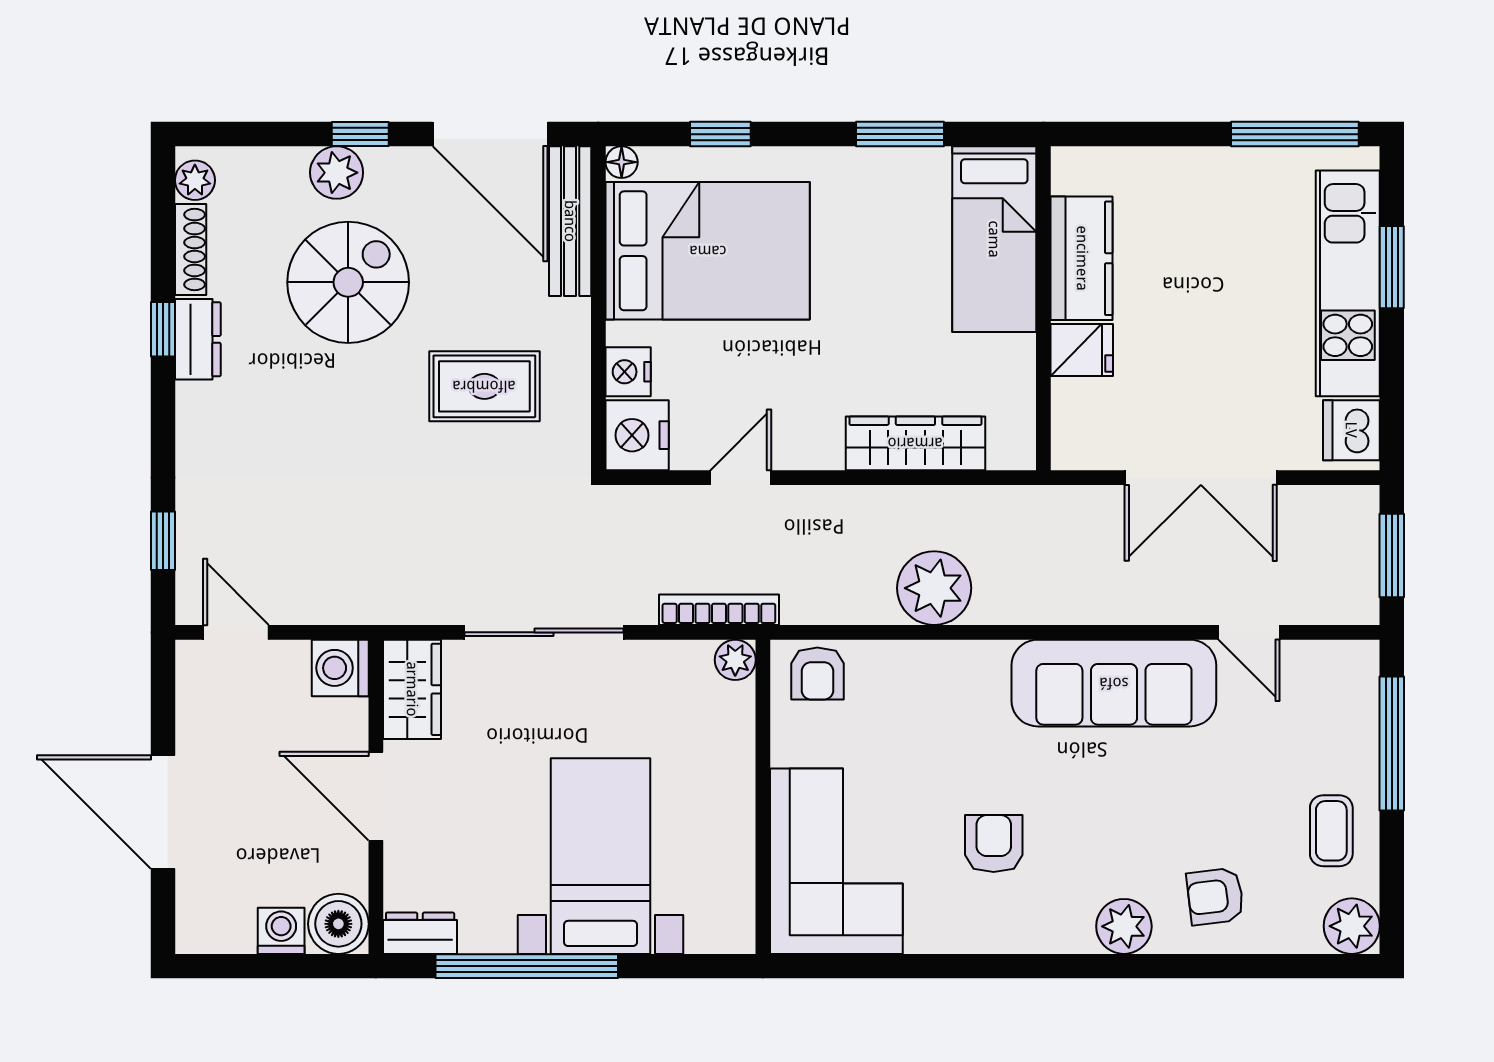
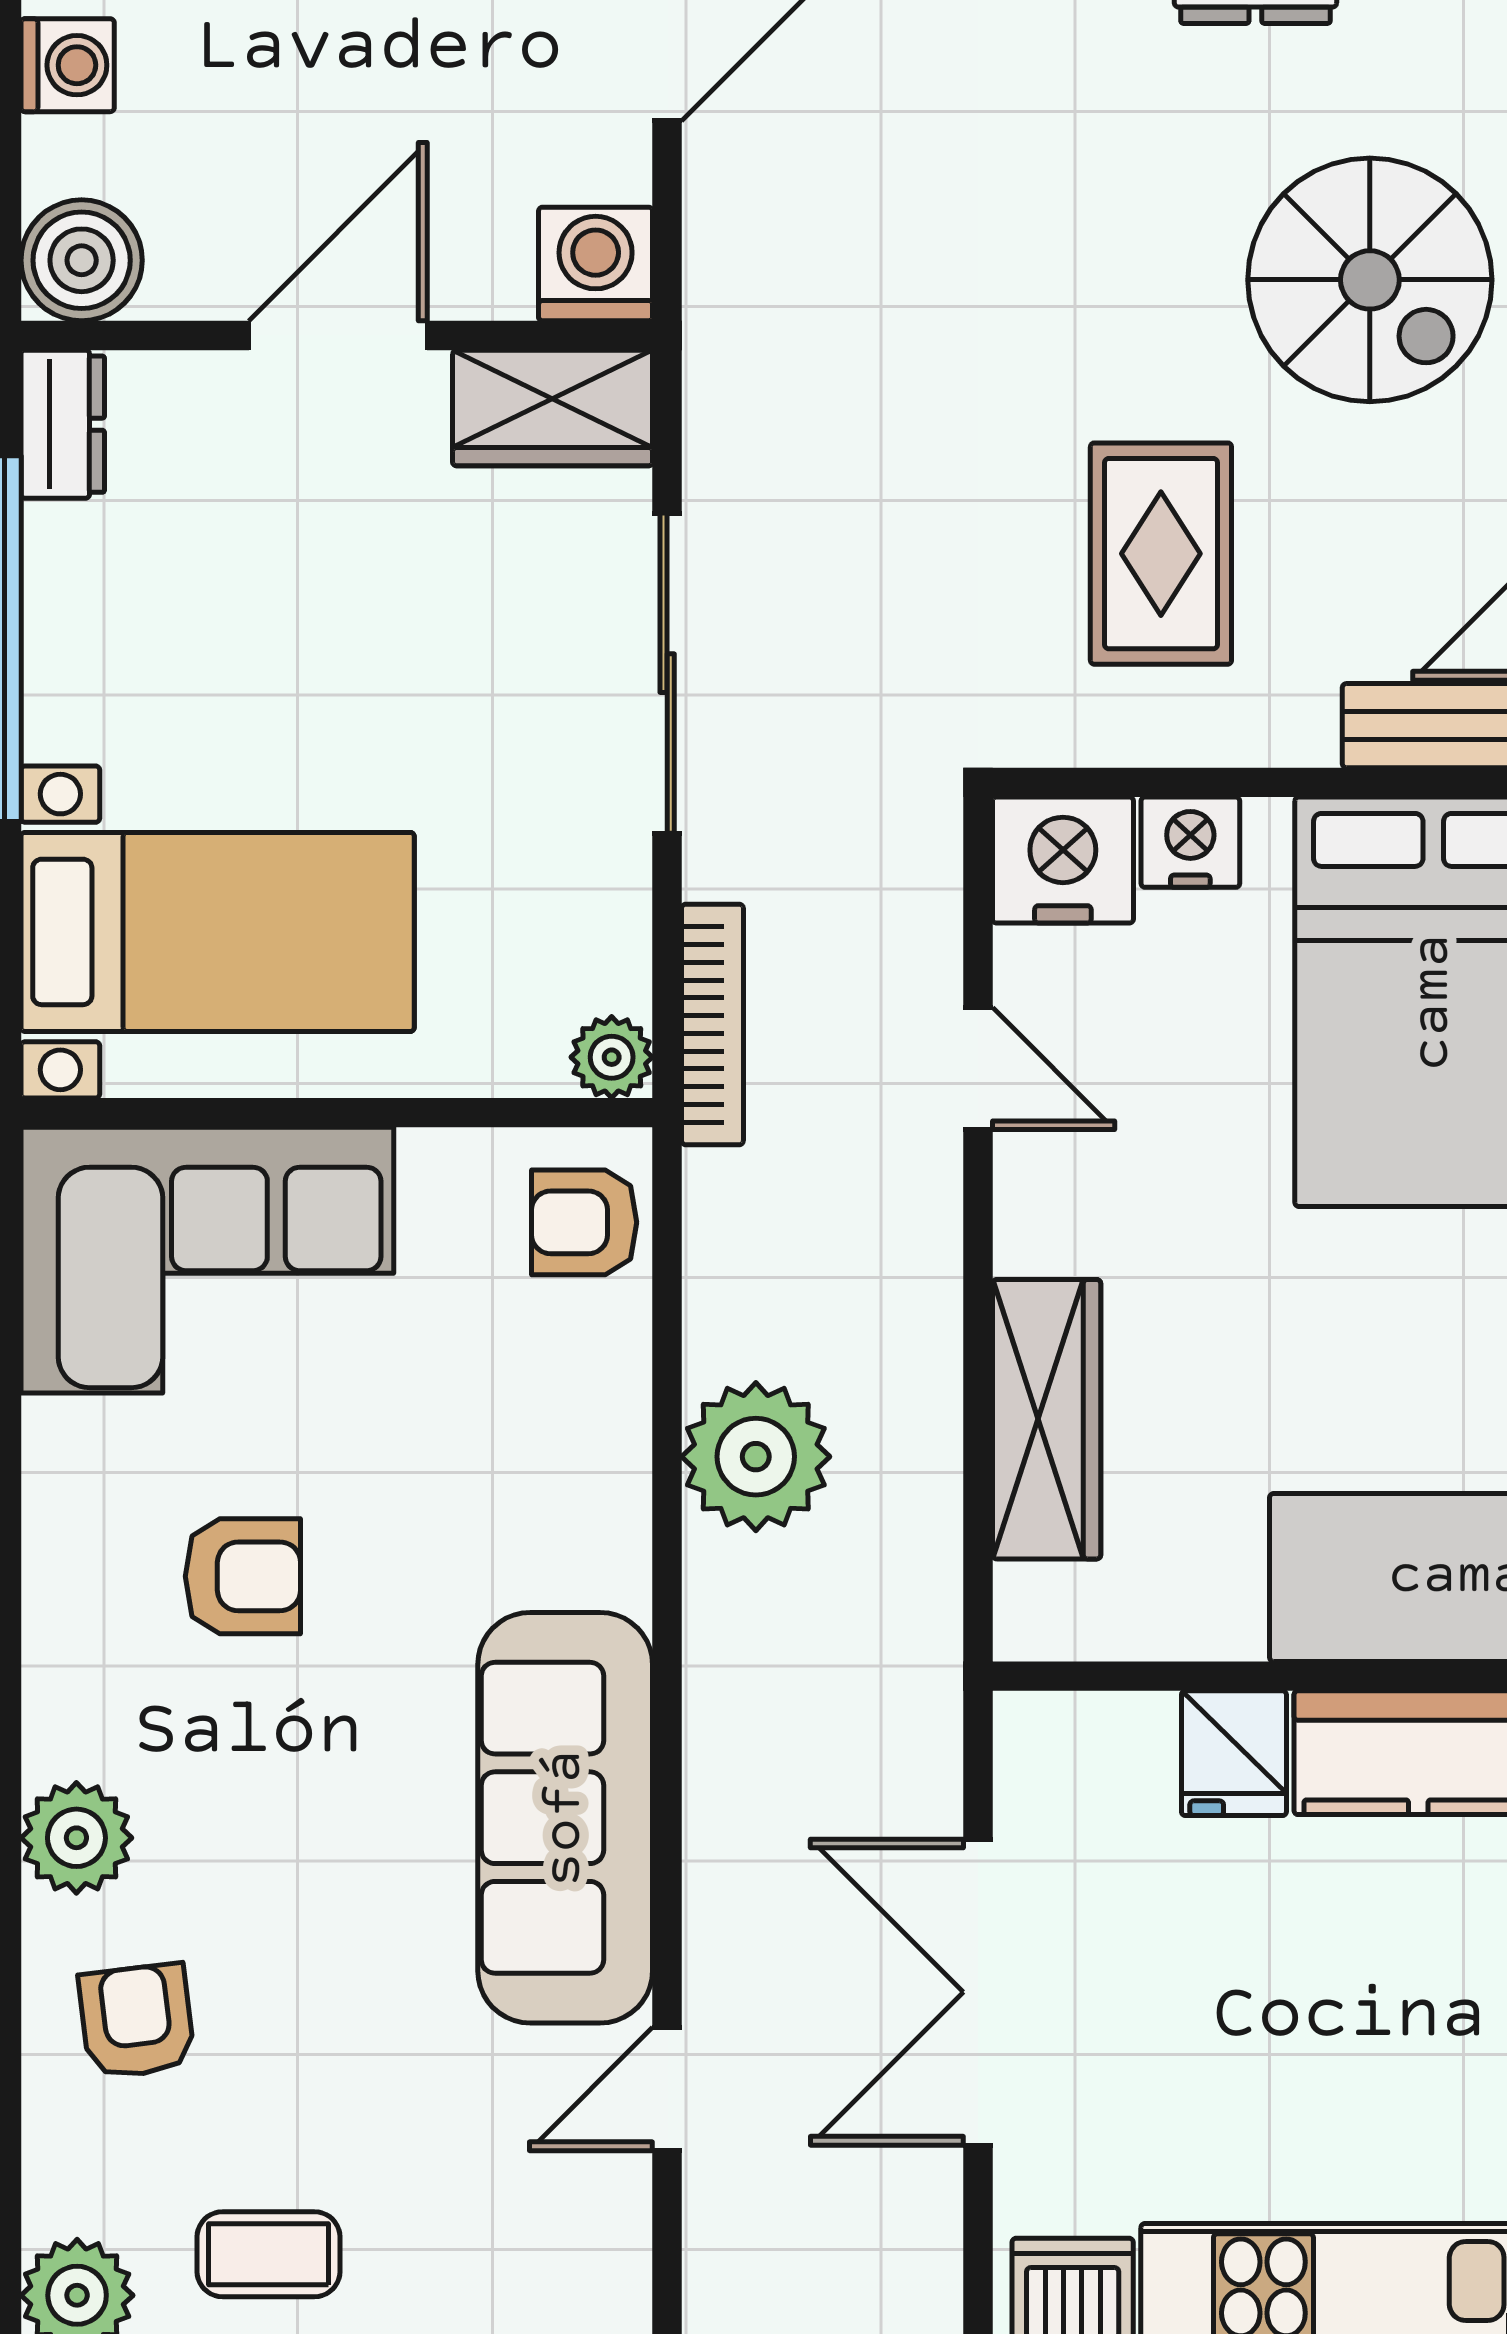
bed with nightstands: (601, 856) -> (218, 932), moved
washing machine: (281, 931) -> (68, 65), moved

